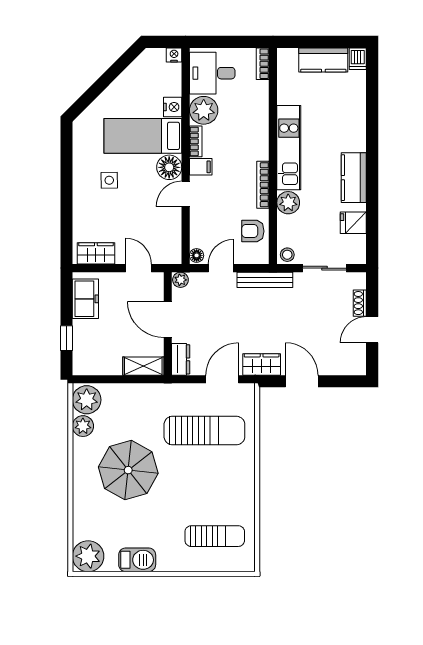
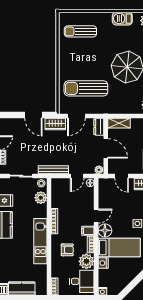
plant: (288, 203) -> (41, 198), moved
armchair: (253, 231) -> (67, 250), moved

